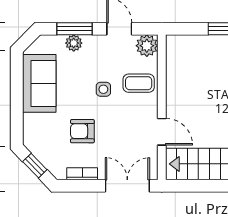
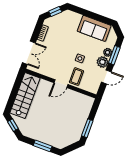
plant: (147, 46) -> (103, 62), moved
armchair: (82, 131) -> (63, 41), removed
door: (162, 132) -> (61, 84), moved

